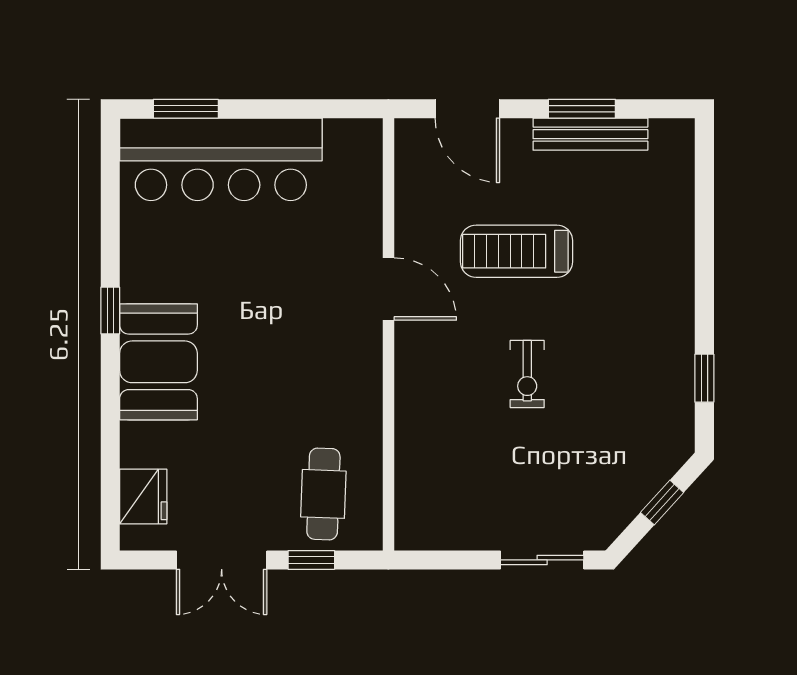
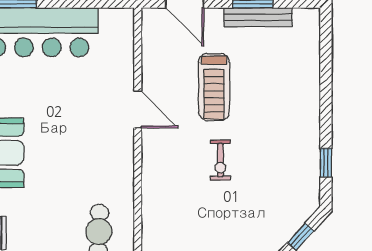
treadmill: (517, 251) -> (214, 87), turned -90

